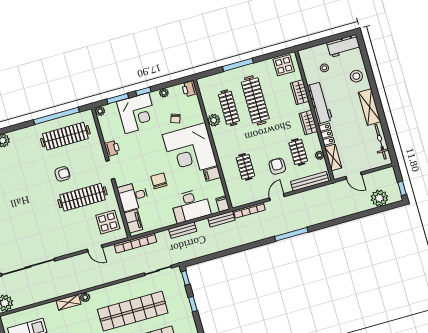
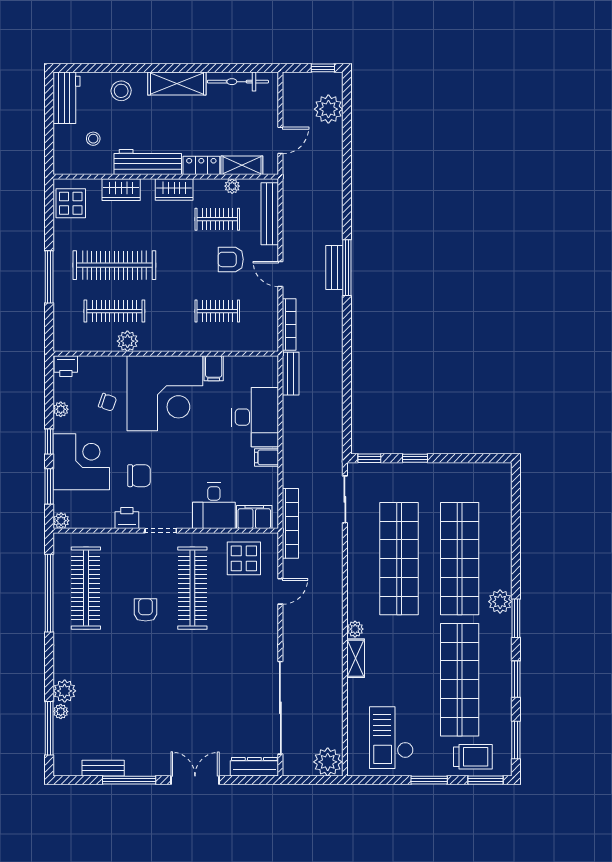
chair: (159, 181) -> (139, 476), moved, turned 180
filing cabinet: (223, 204) -> (267, 457), moved
bench: (183, 230) -> (334, 268), moved

